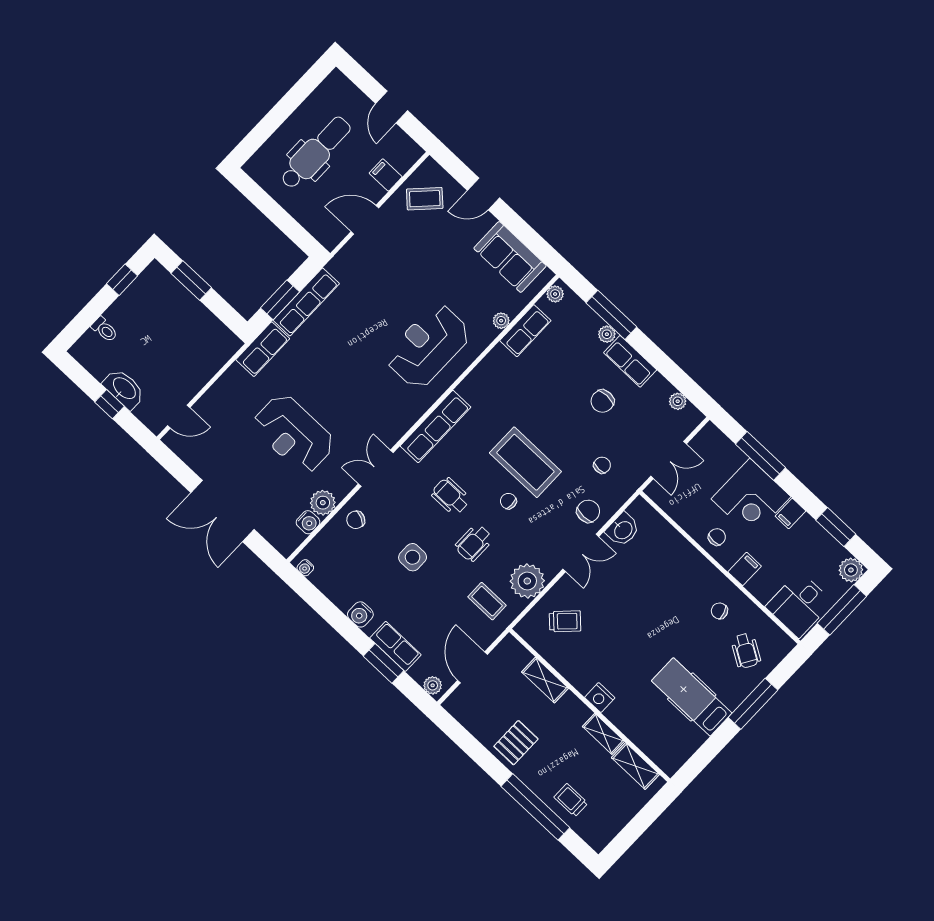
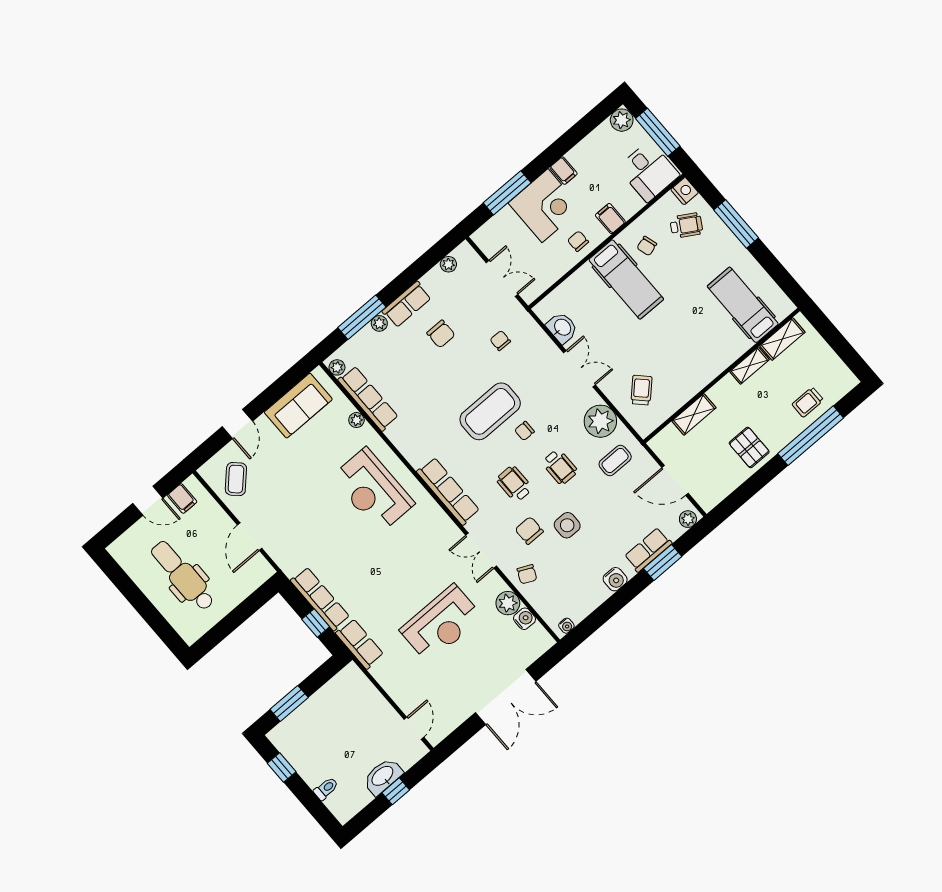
filing cabinet: (386, 175) -> (182, 498), moved, turned -90
window: (280, 300) -> (316, 623), width x0.67
row of seats: (525, 331) -> (368, 399), width x1.48
wheelchair: (451, 496) -> (514, 484), turned 90
chair: (588, 511) -> (529, 530), moved
window: (836, 527) -> (580, 130), removed
hospital bed: (681, 593) -> (626, 279), added
hospital bed: (692, 697) -> (743, 305), moved, turned 90
nightstand: (600, 698) -> (685, 191), moved, turned -90

